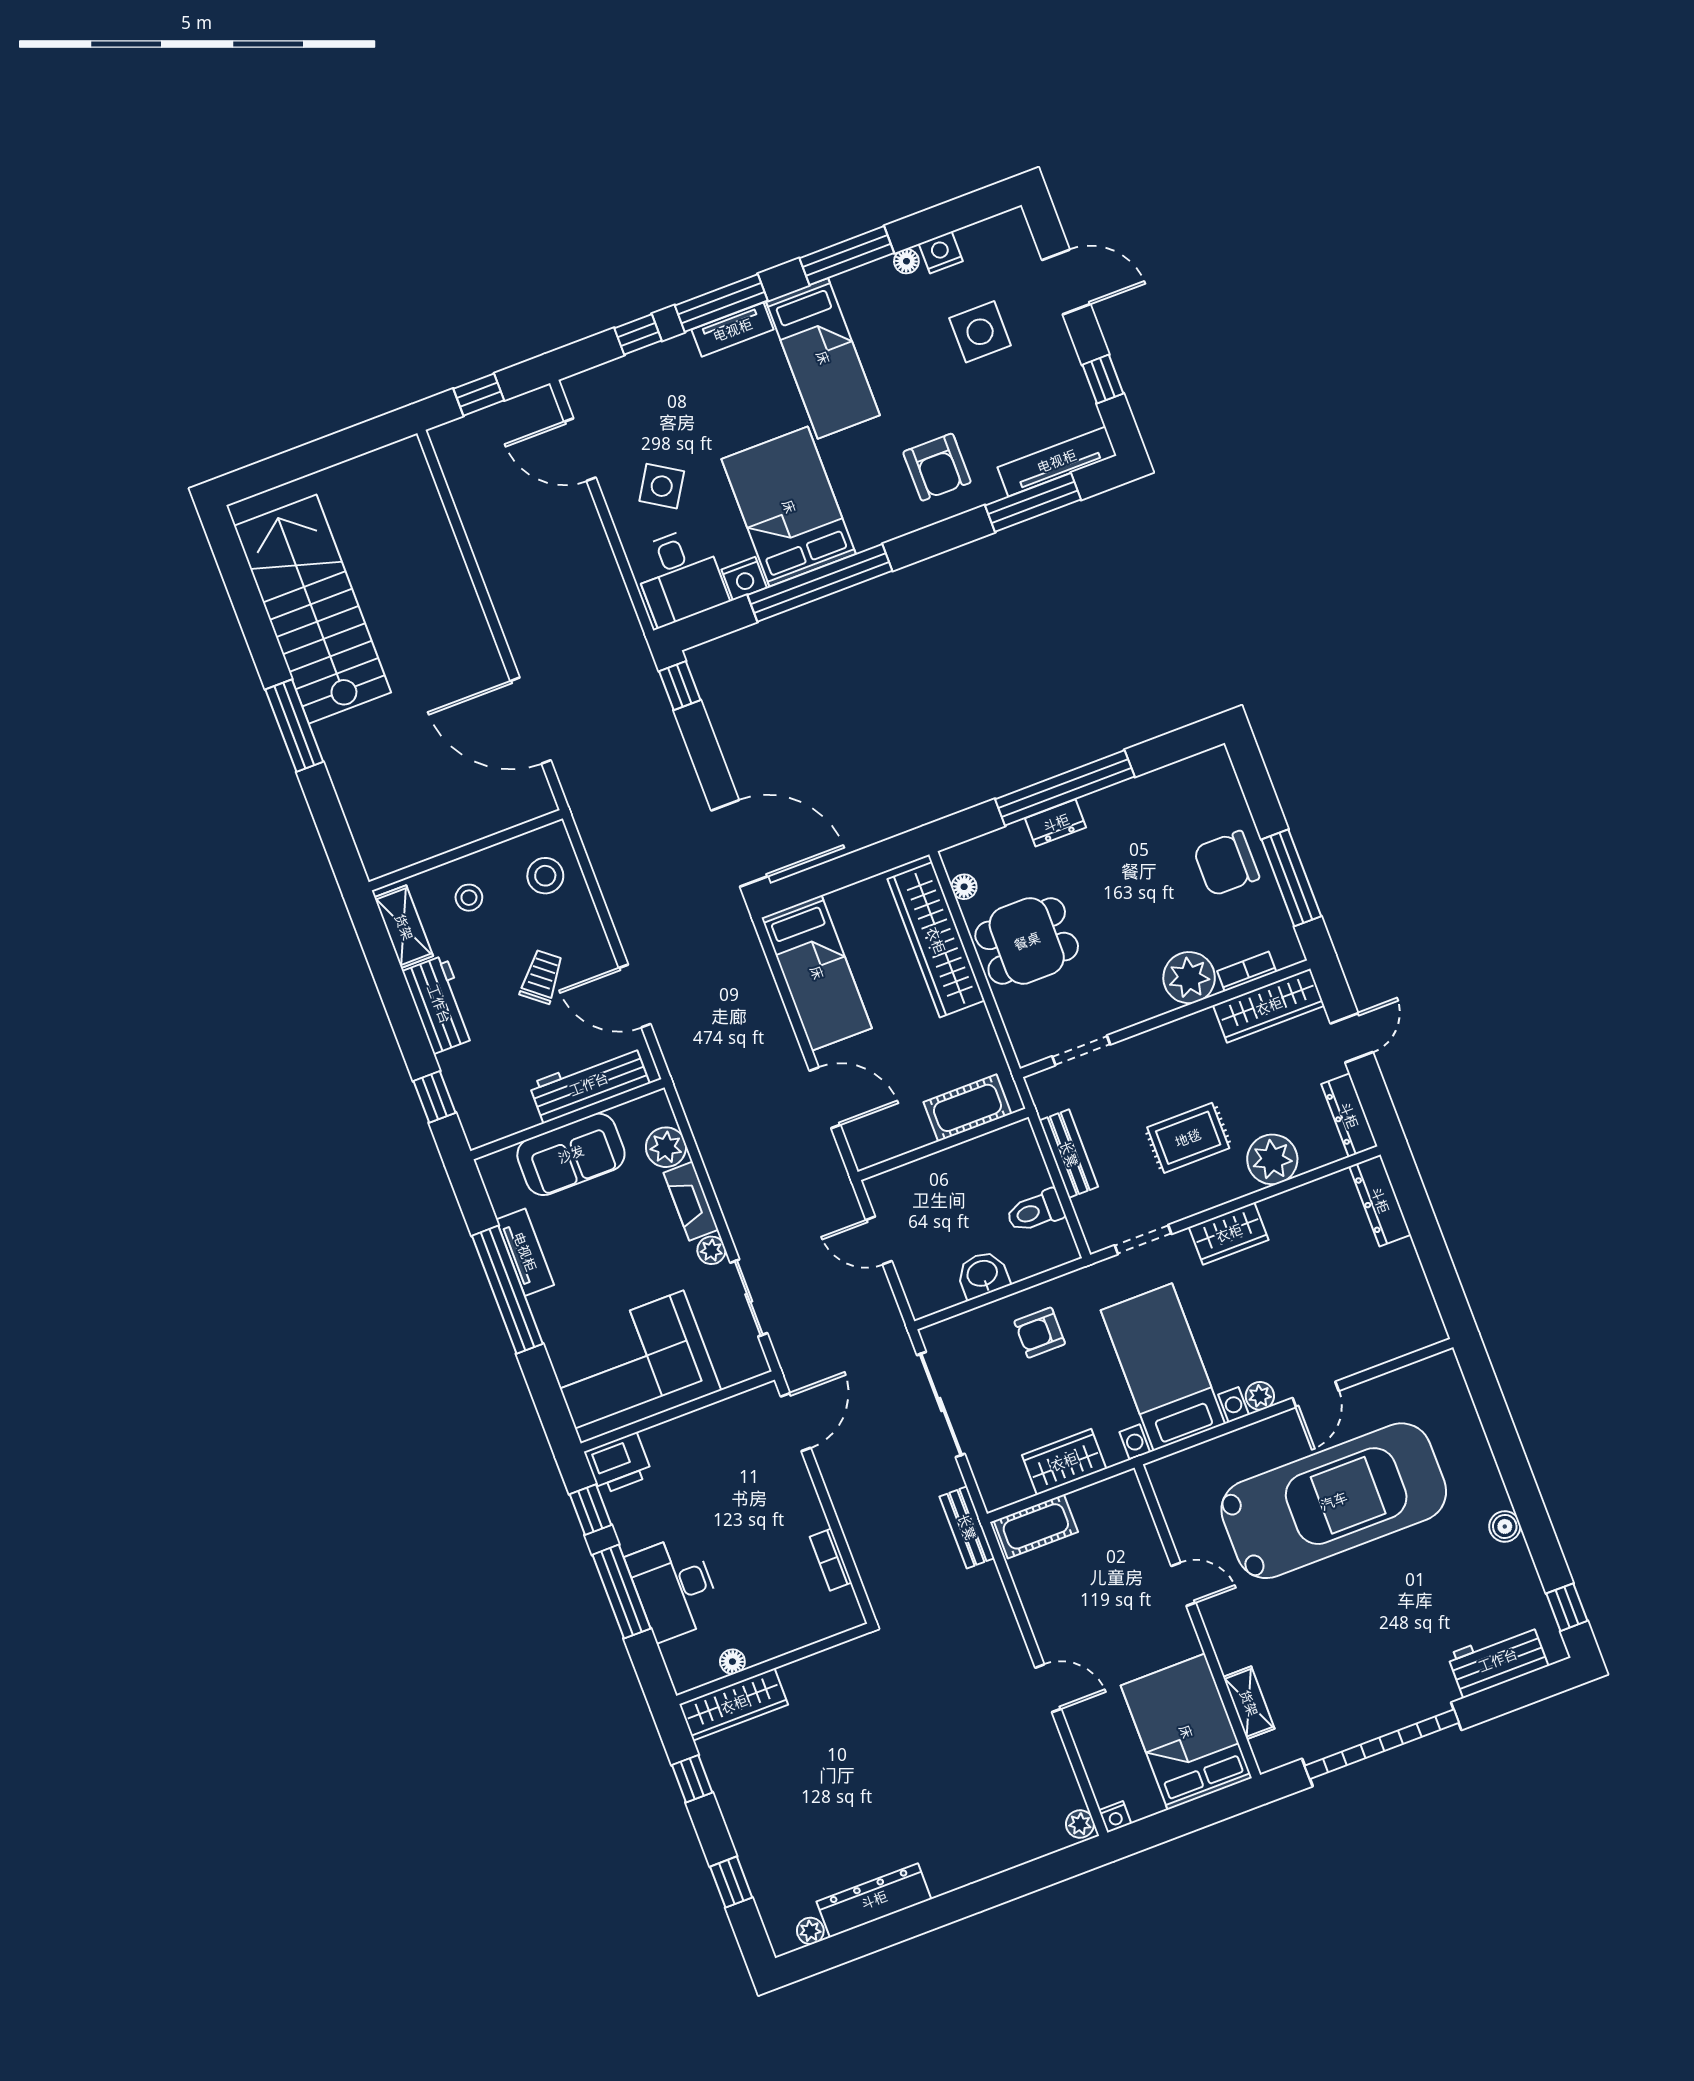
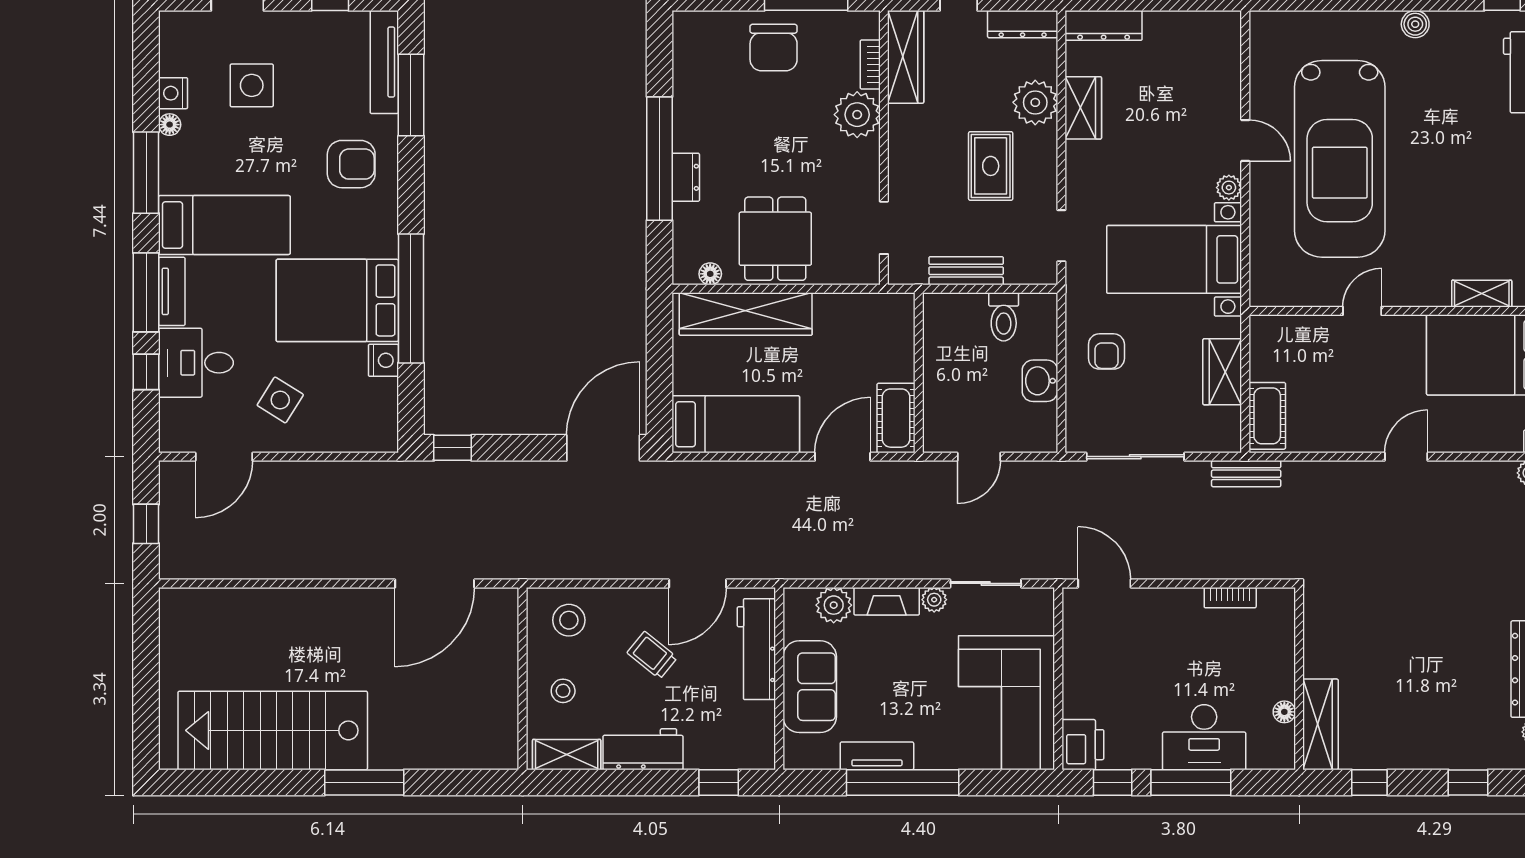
desk: (679, 576) -> (196, 363), moved, turned 180
cot: (967, 1108) -> (896, 418), moved
wardrobe: (1229, 1233) -> (1083, 108), moved
car: (1334, 1501) -> (1340, 159), turned 180

